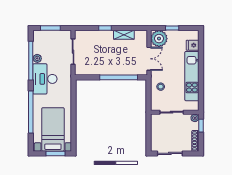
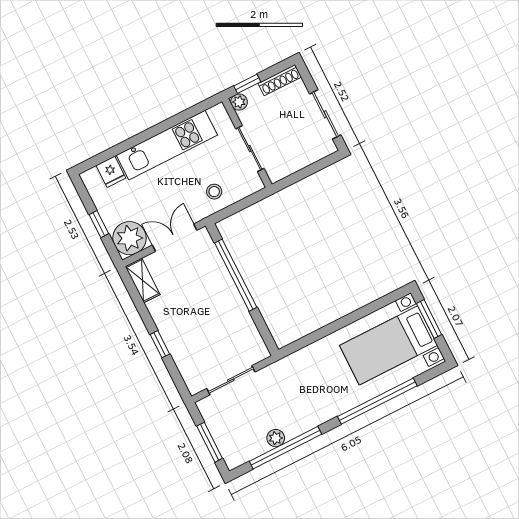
shelving: (124, 35) -> (143, 280), moved
desk: (45, 79) -> (305, 406), removed

